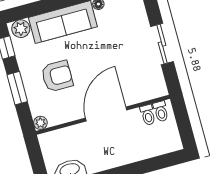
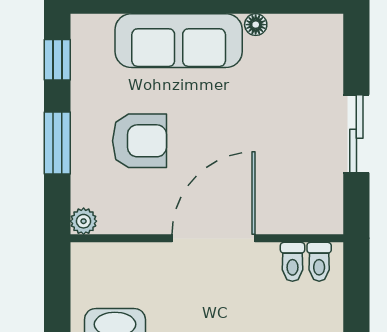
plant: (21, 29) -> (95, 31), removed

